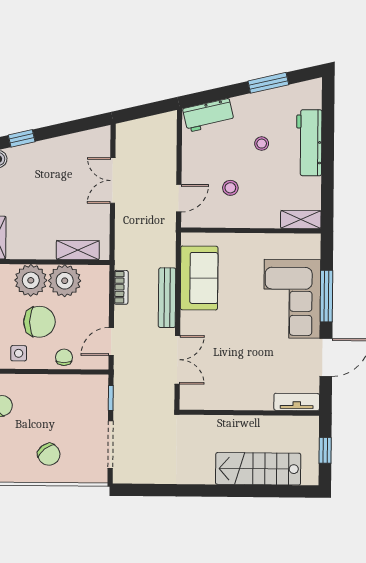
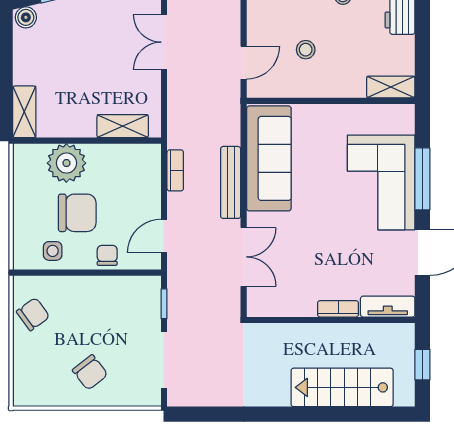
sofa: (199, 278) -> (269, 158), width x1.36
plant: (65, 281) -> (107, 163), removed
bookcase: (255, 403) -> (338, 309), added

